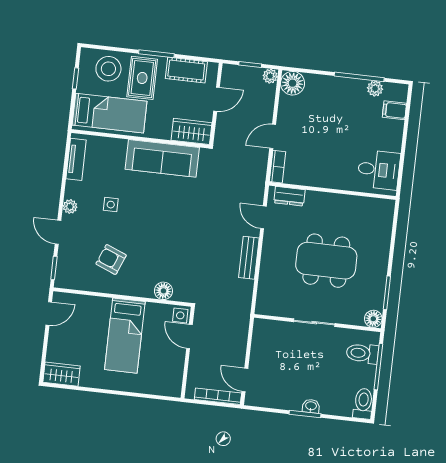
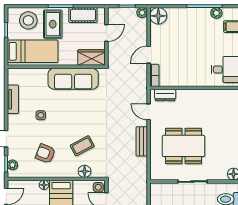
tv unit: (76, 159) -> (13, 99), moved
plant: (70, 207) -> (12, 165), moved
coffee table: (164, 254) -> (82, 146), added
dining table: (326, 261) -> (184, 146), moved
floor lamp: (104, 303) -> (44, 185), added

